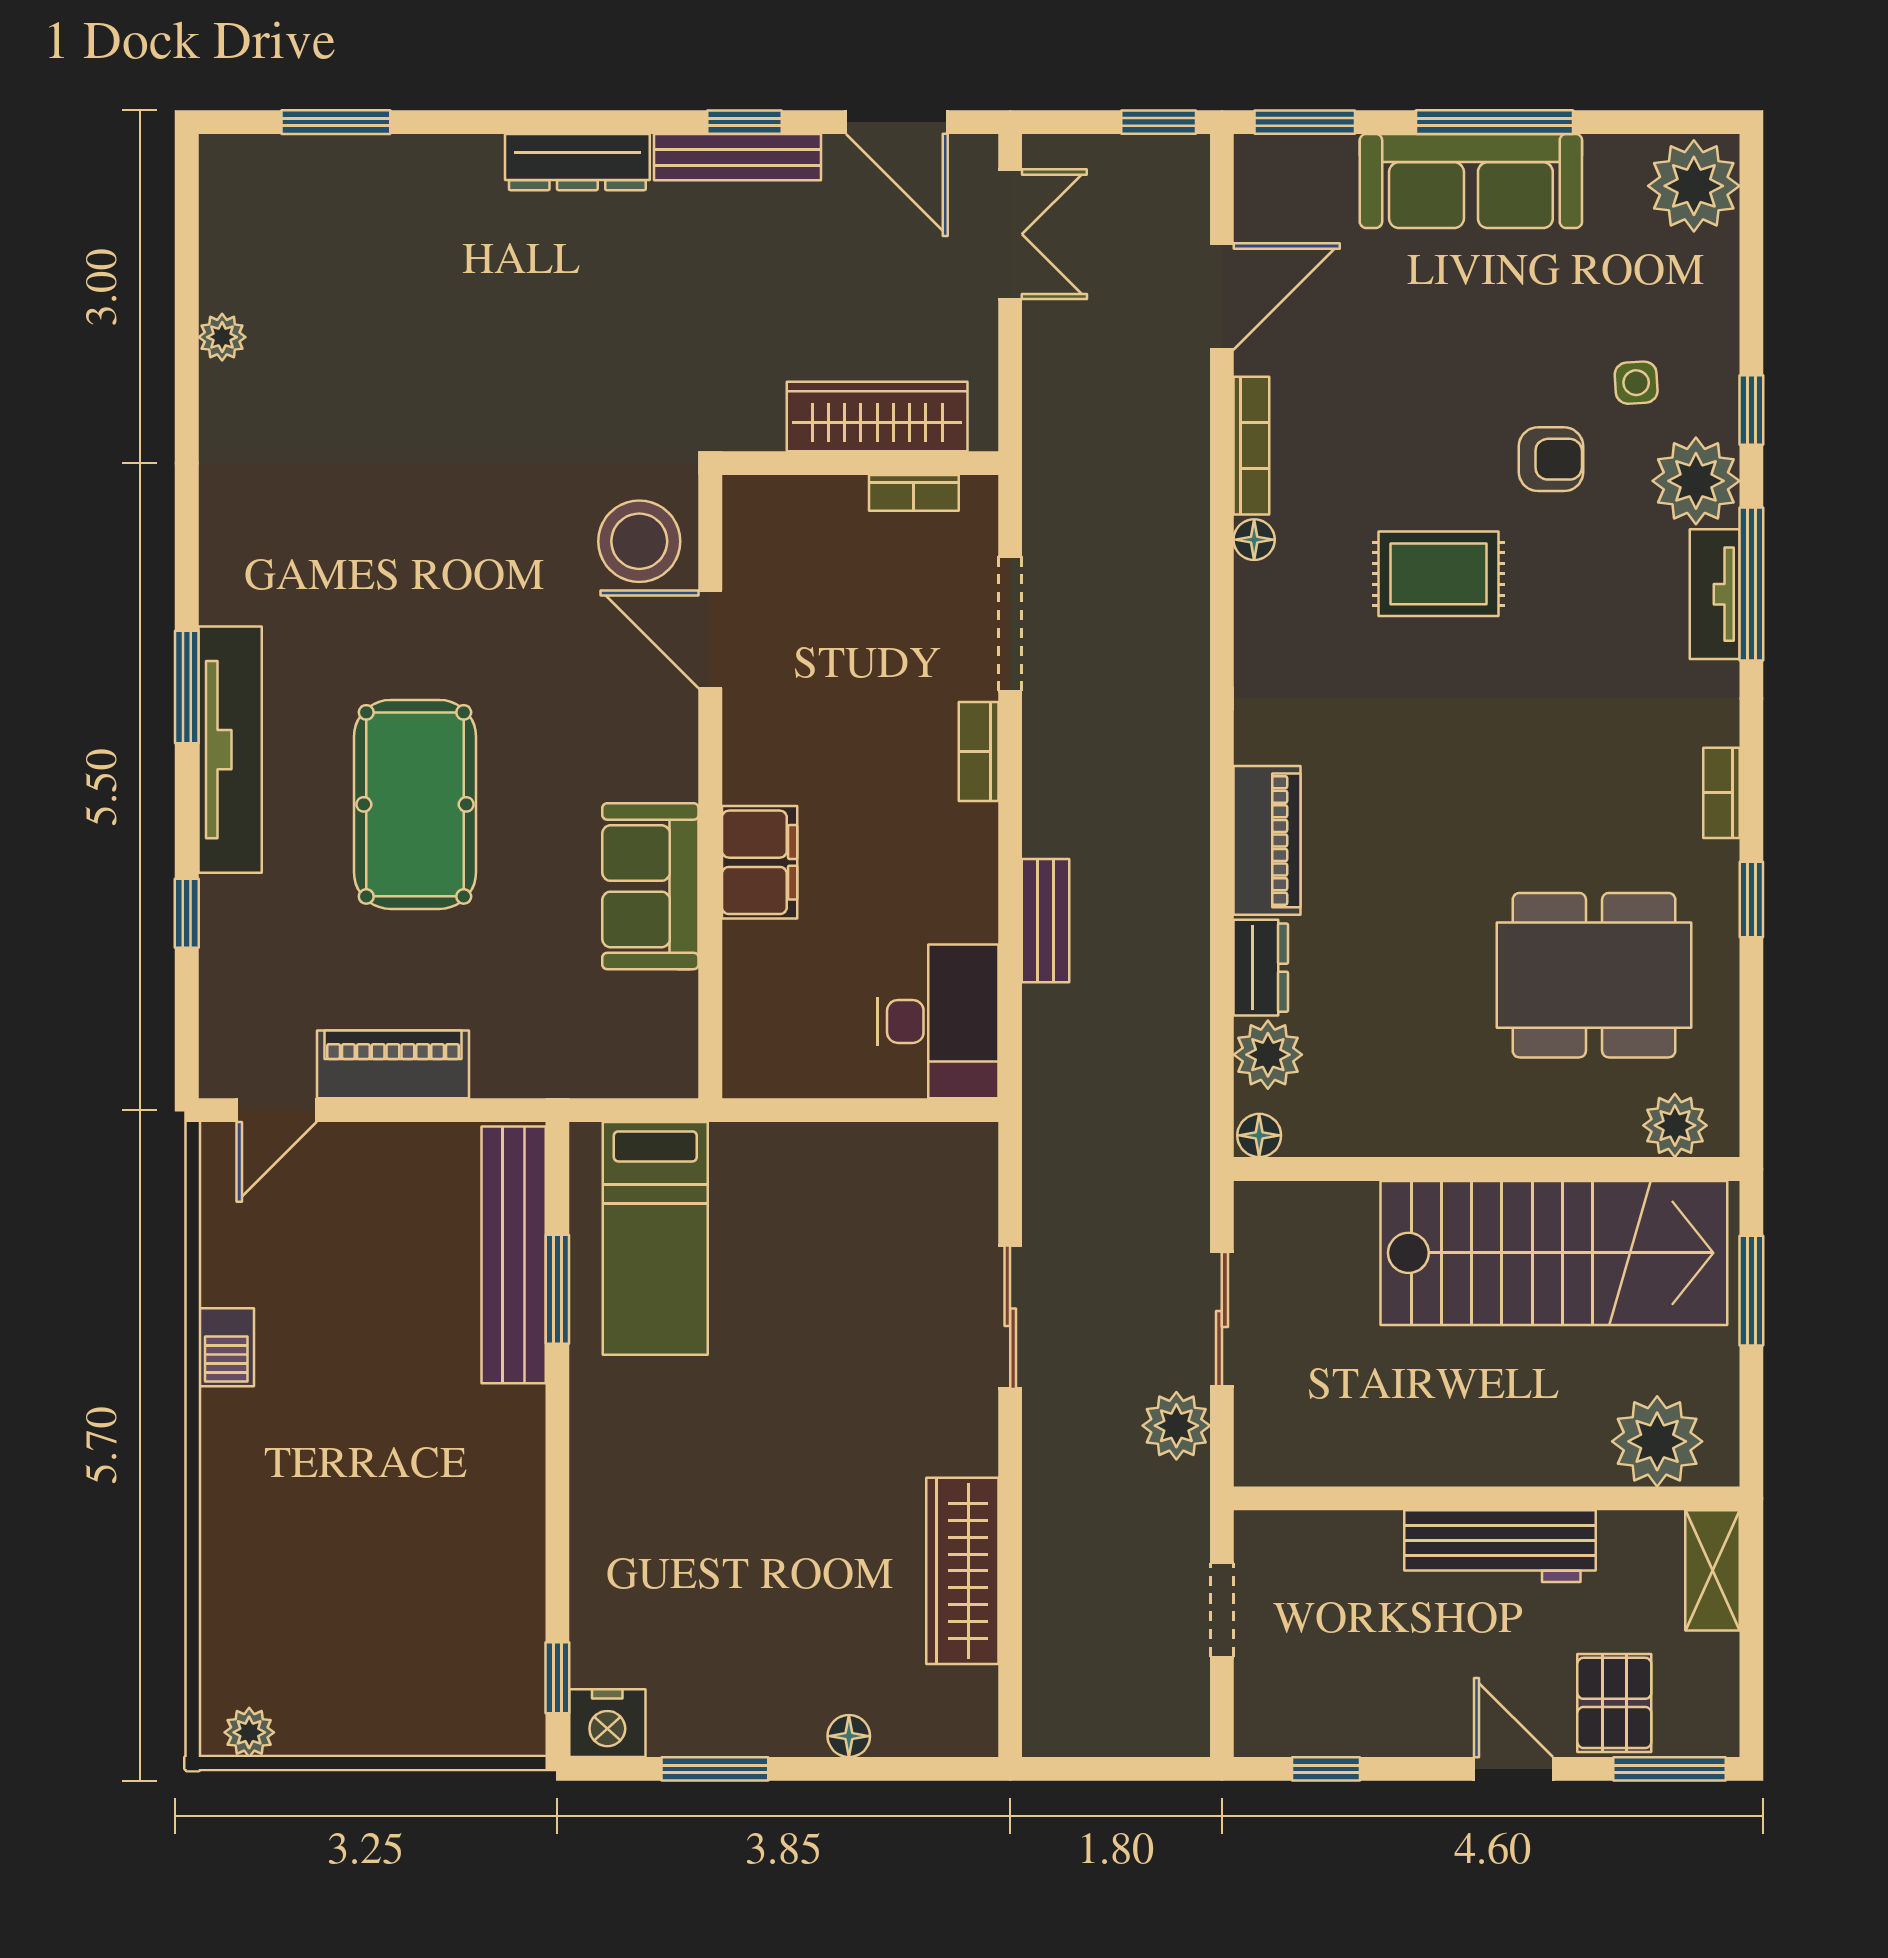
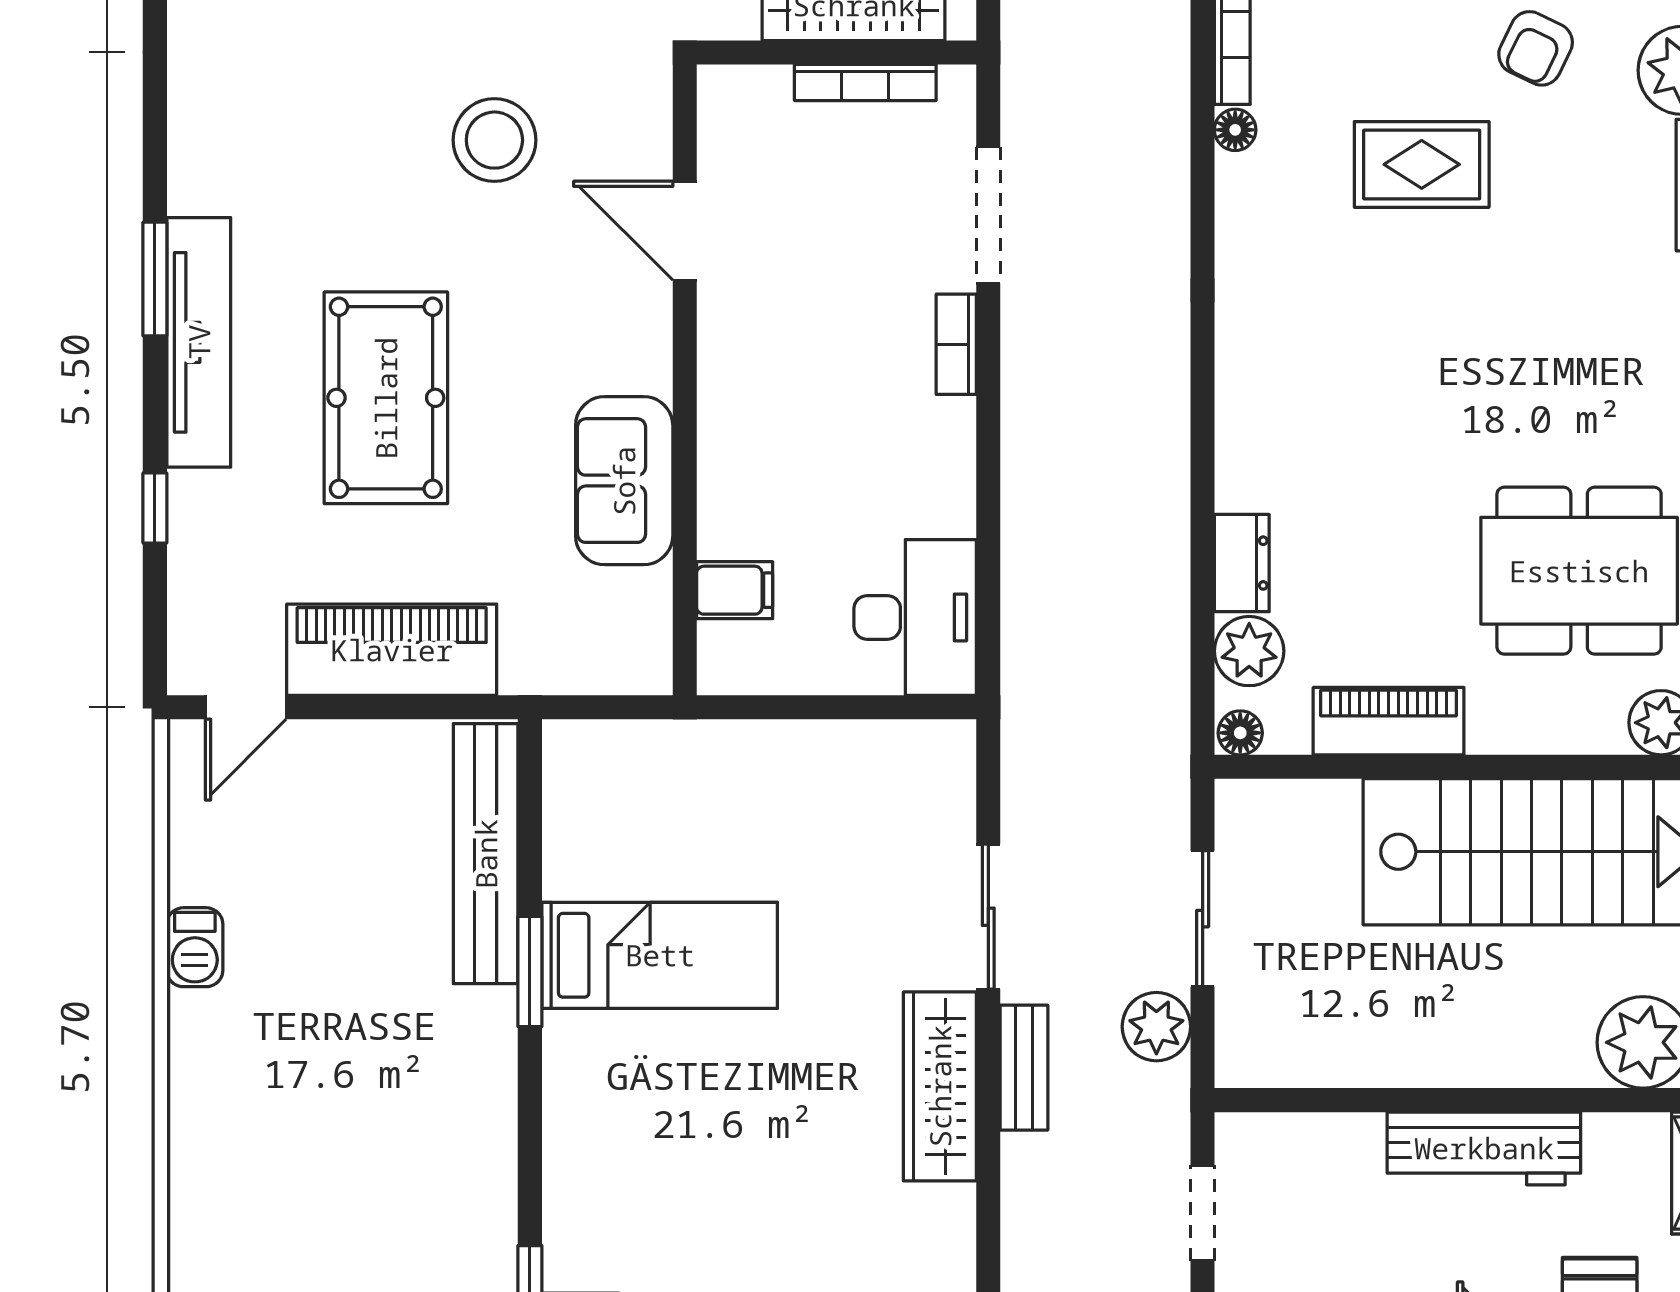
armchair: (1551, 459) -> (1536, 48), turned 116
bookcase: (914, 493) -> (865, 82), width x1.56
stool: (639, 541) -> (494, 140), moved
piano: (1267, 840) -> (1389, 721), moved, turned -90
filing cabinet: (760, 862) -> (735, 590), moved, width x0.50
bench: (1046, 921) -> (1024, 1068), moved
piano: (393, 1064) -> (392, 650), width x1.37, depth x1.33
bed: (655, 1238) -> (660, 955), moved, turned -90
window: (557, 1289) -> (530, 972), moved
wardrobe: (962, 1571) -> (940, 1086), moved

